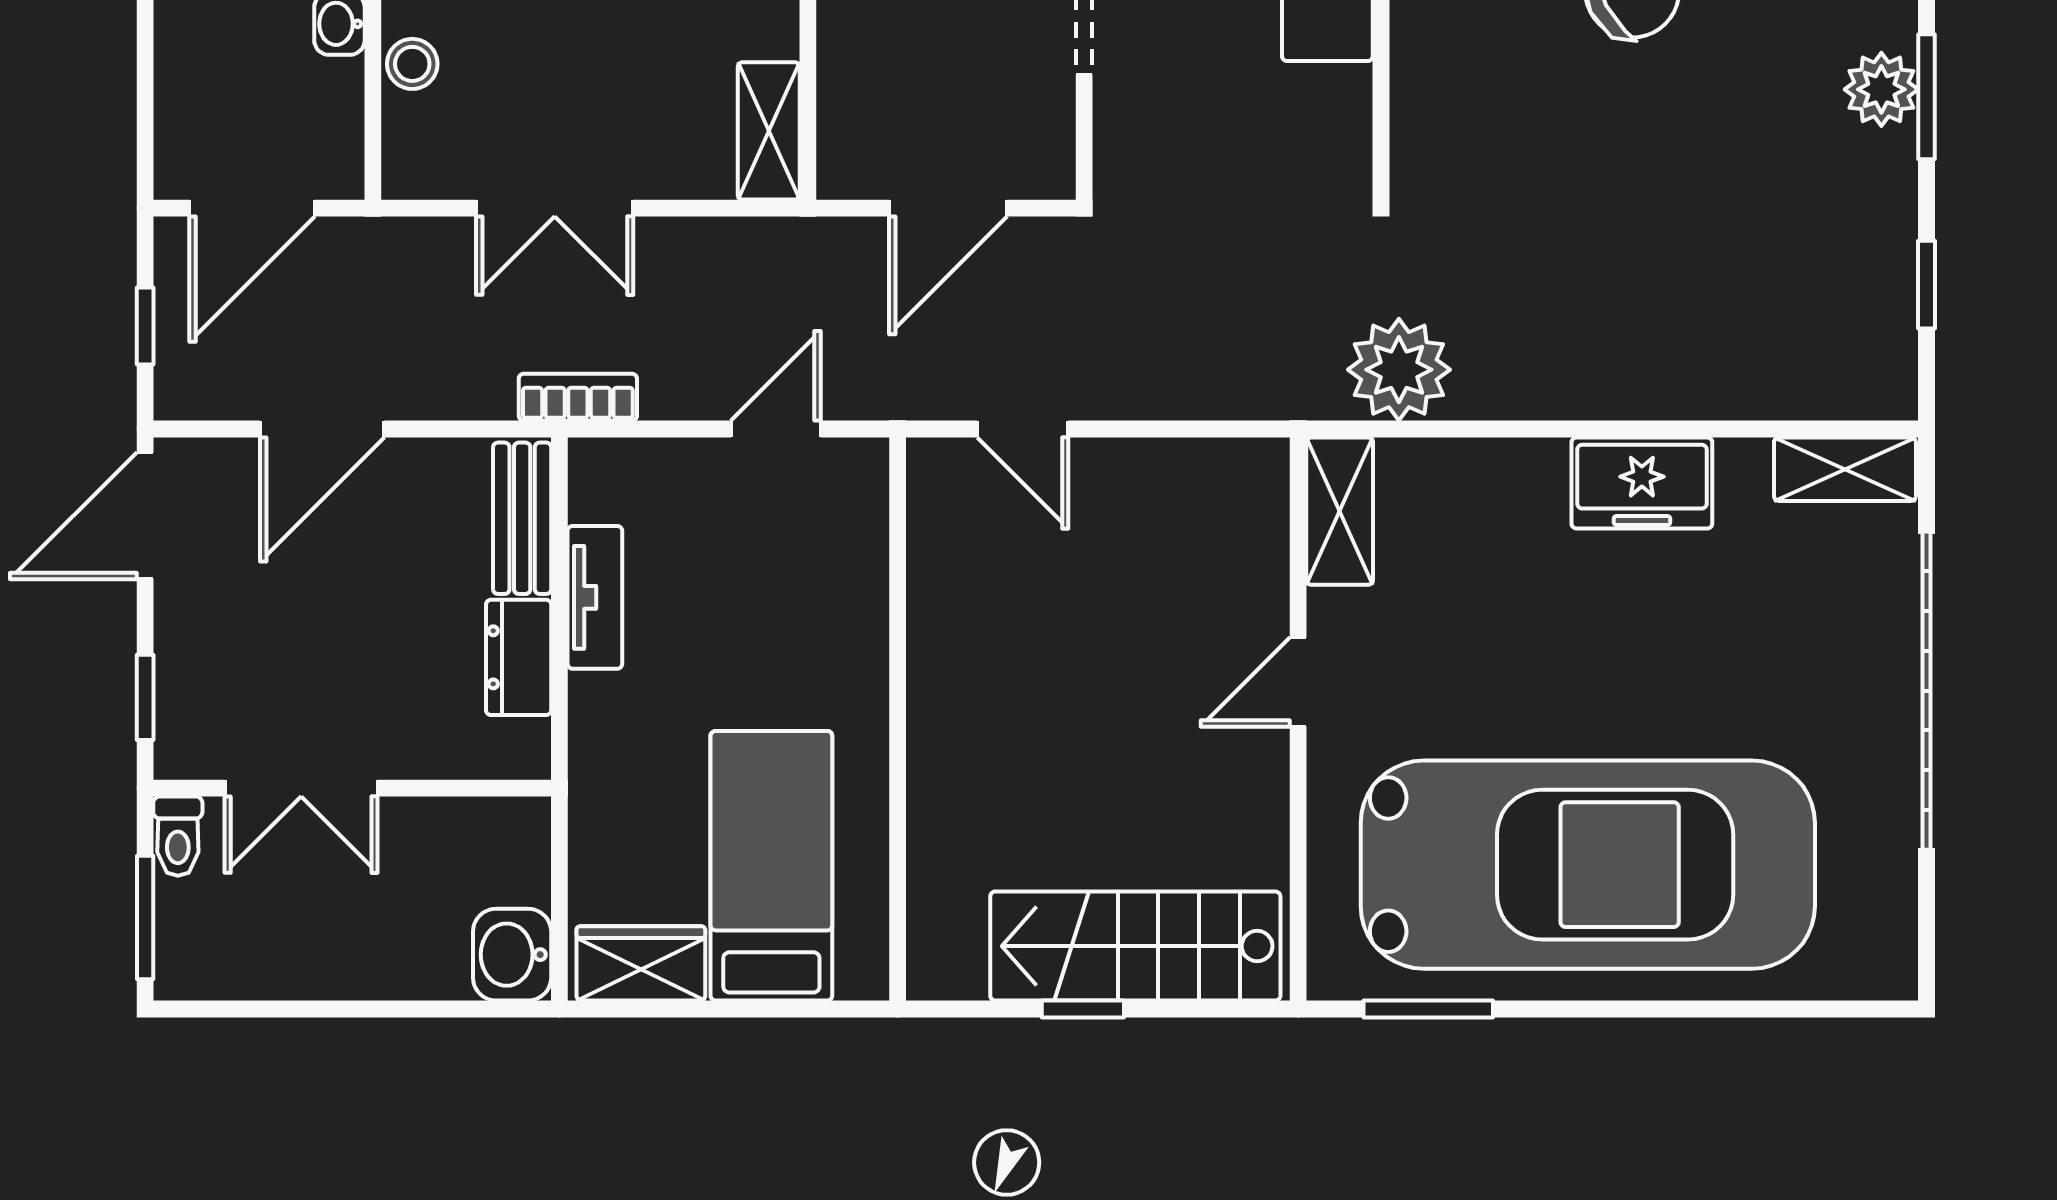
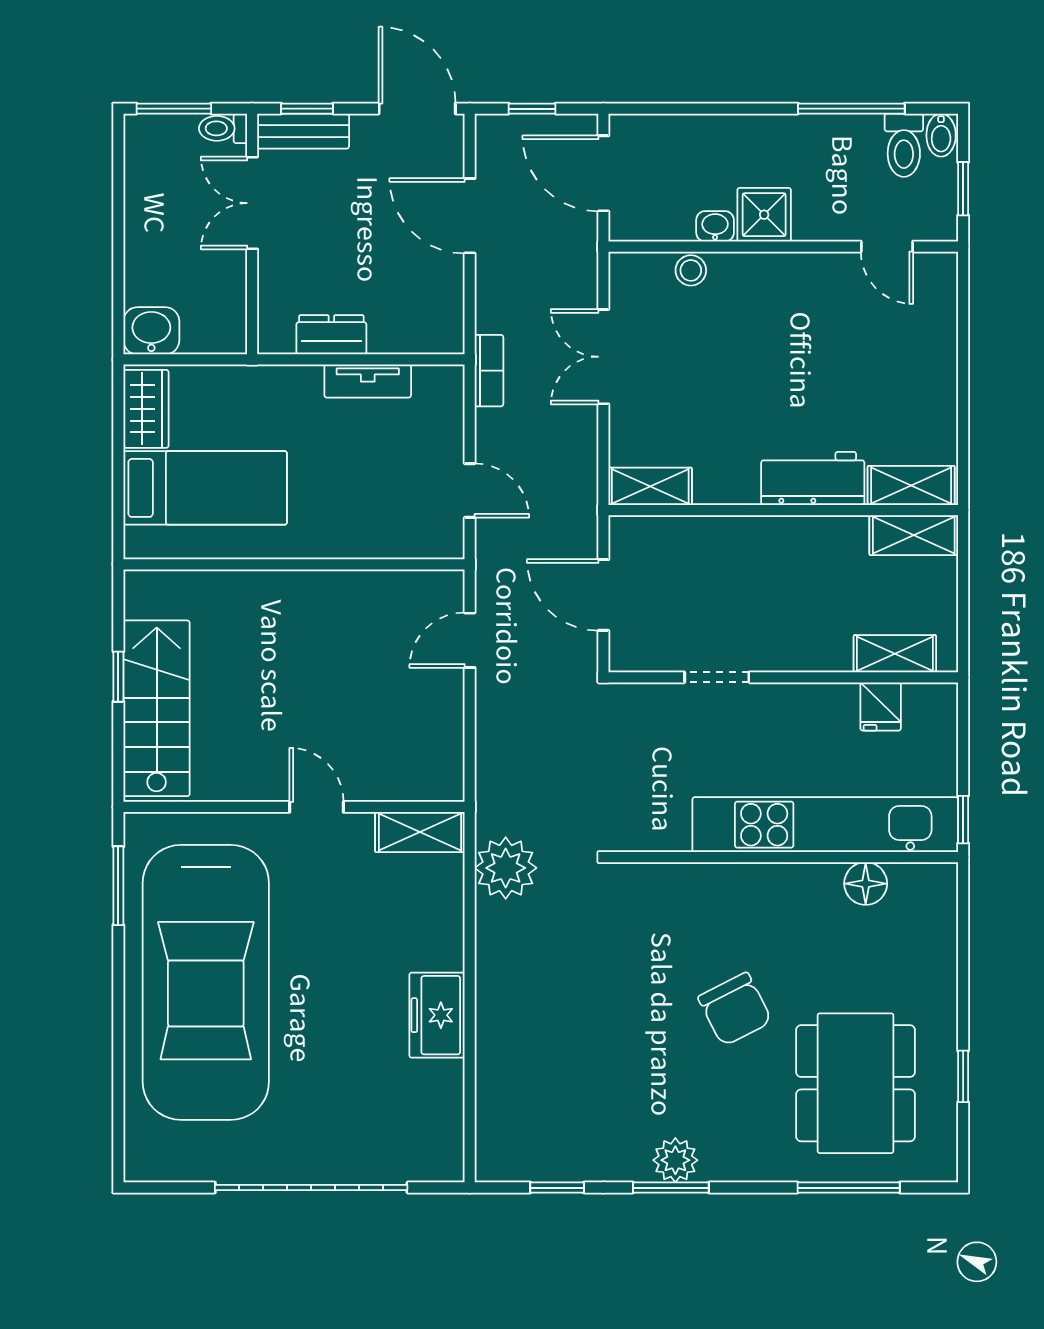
shelving: (1845, 469) -> (445, 1138), removed
bench: (522, 518) -> (303, 131), moved

